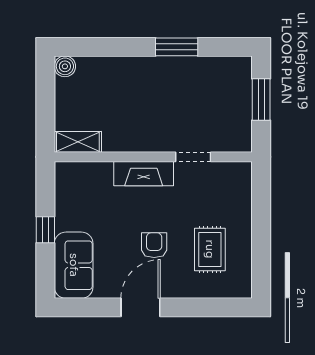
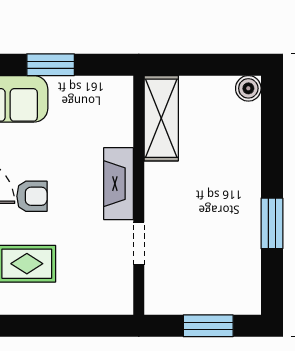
shelving: (78, 142) -> (161, 118), width x1.50, depth x1.33
window: (45, 230) -> (51, 65), width x1.50

